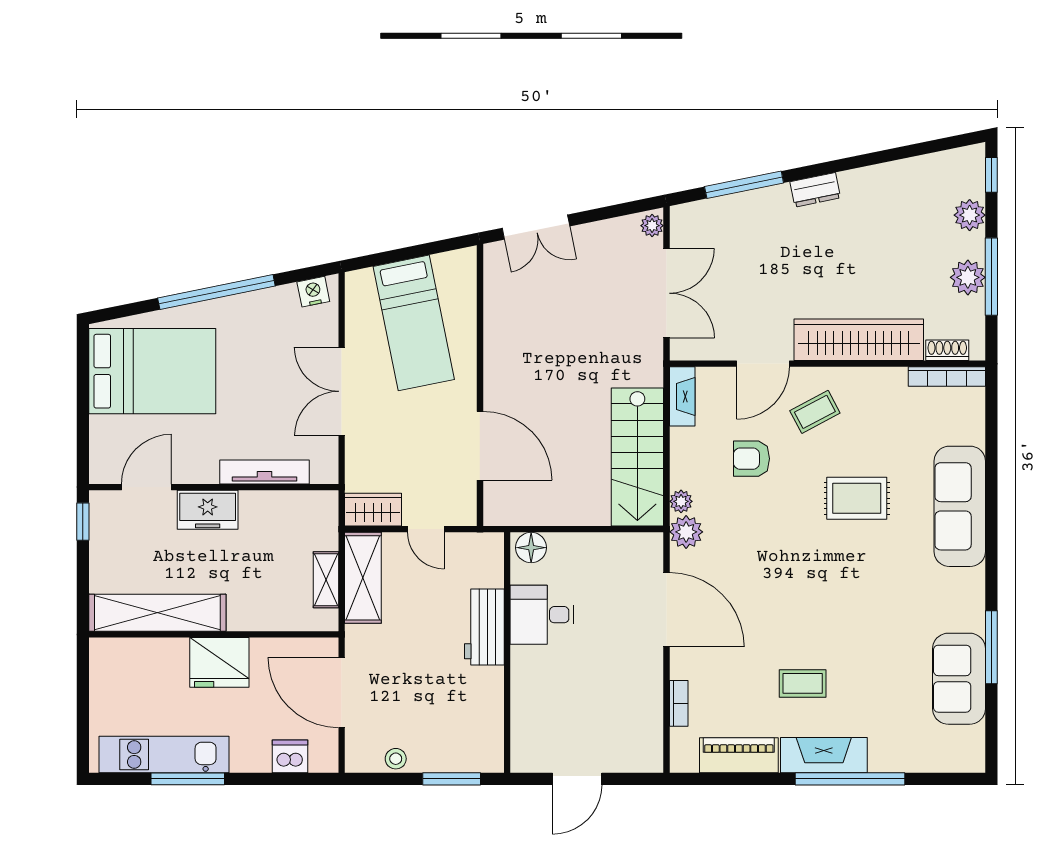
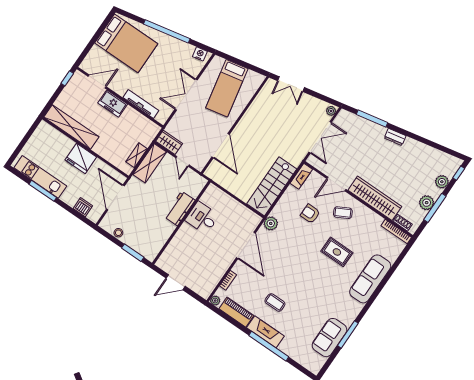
plant: (681, 501) -> (215, 301), moved
floor lamp: (531, 548) -> (214, 192), removed

